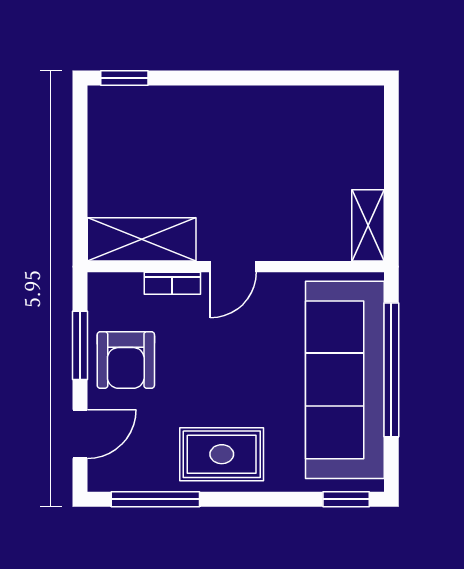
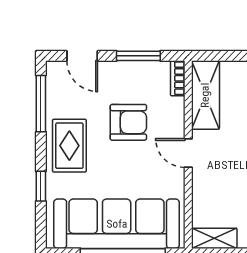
bookcase: (172, 283) -> (178, 78), moved
armchair: (126, 360) -> (128, 122), moved, turned 180
window: (346, 499) -> (41, 186), moved

